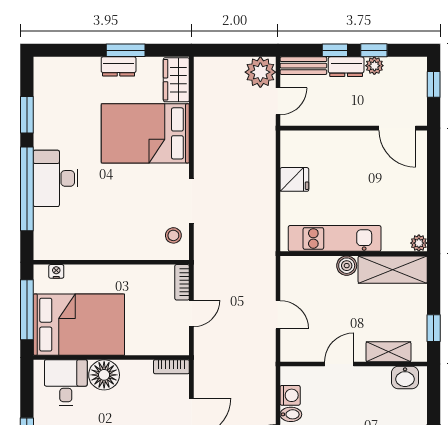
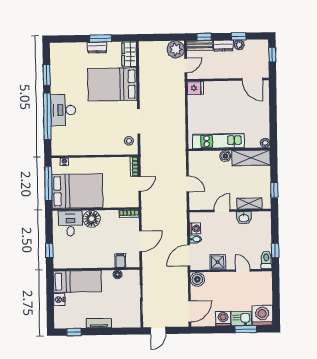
window: (335, 50) -> (204, 37), moved
fridge: (294, 179) -> (195, 88), moved
washbasin: (405, 378) -> (244, 218), moved

